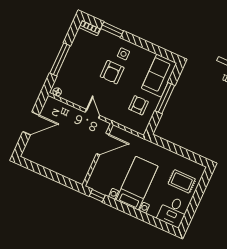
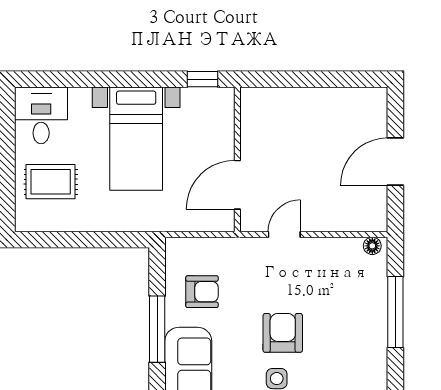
armchair: (139, 105) -> (202, 292), turned -90
door: (92, 114) -> (284, 234), swing flipped

